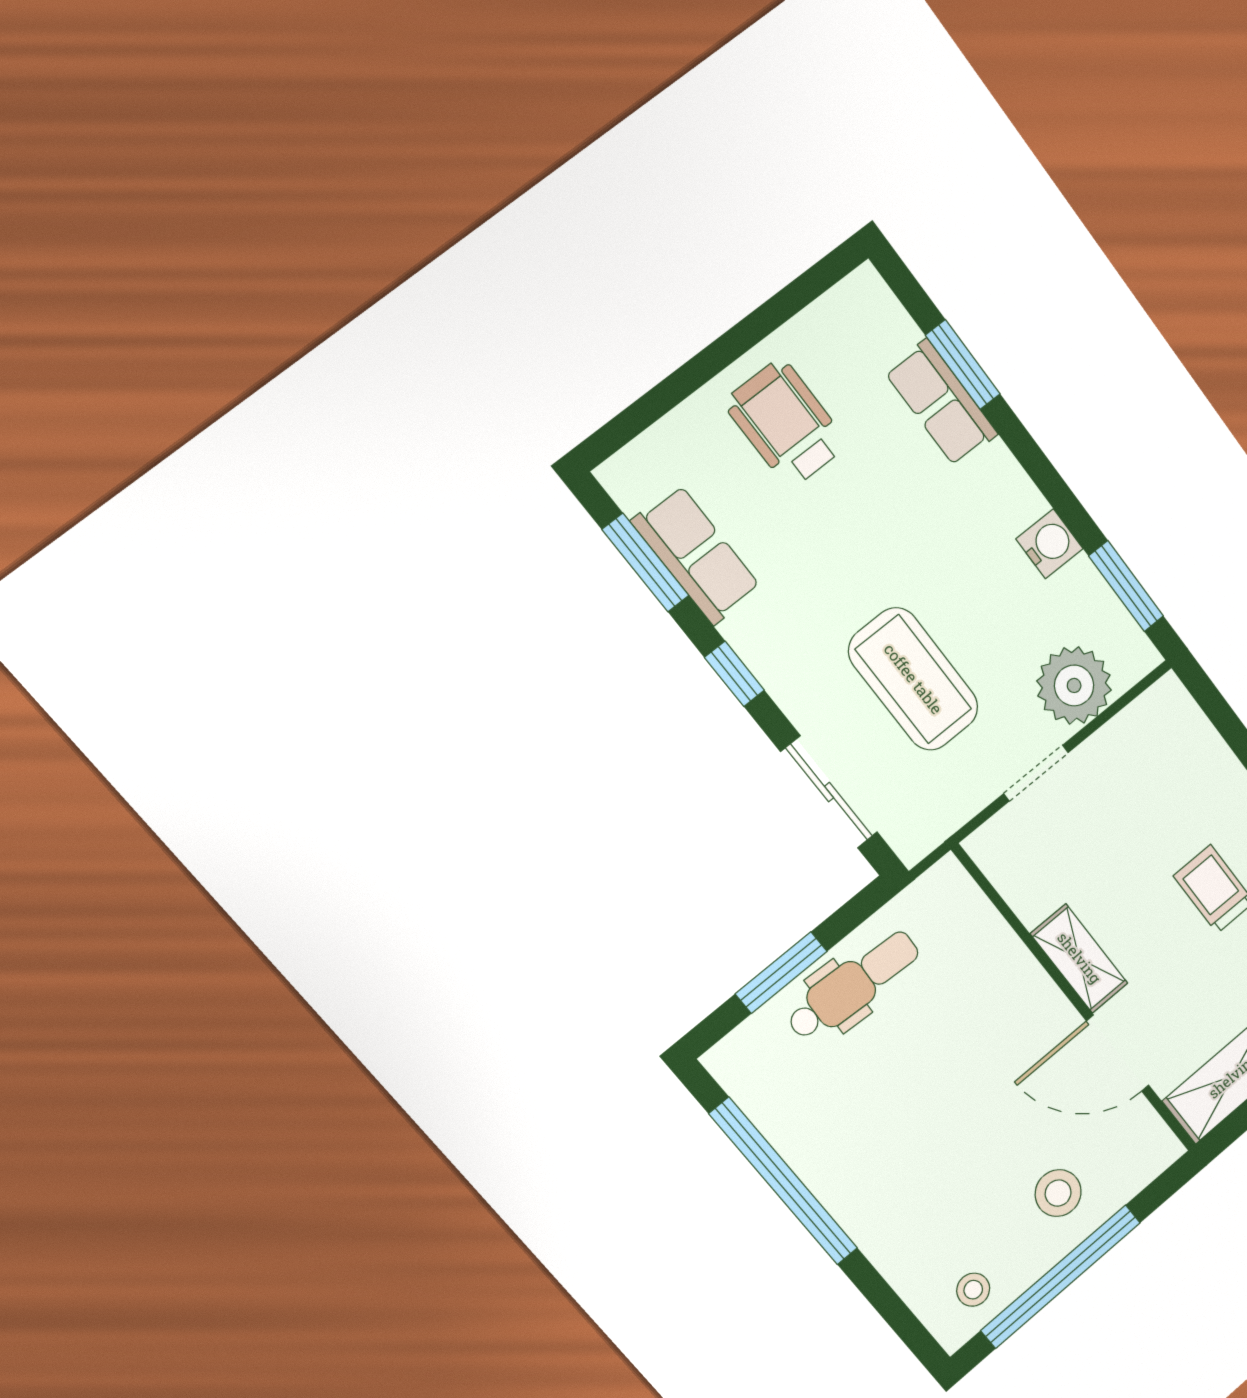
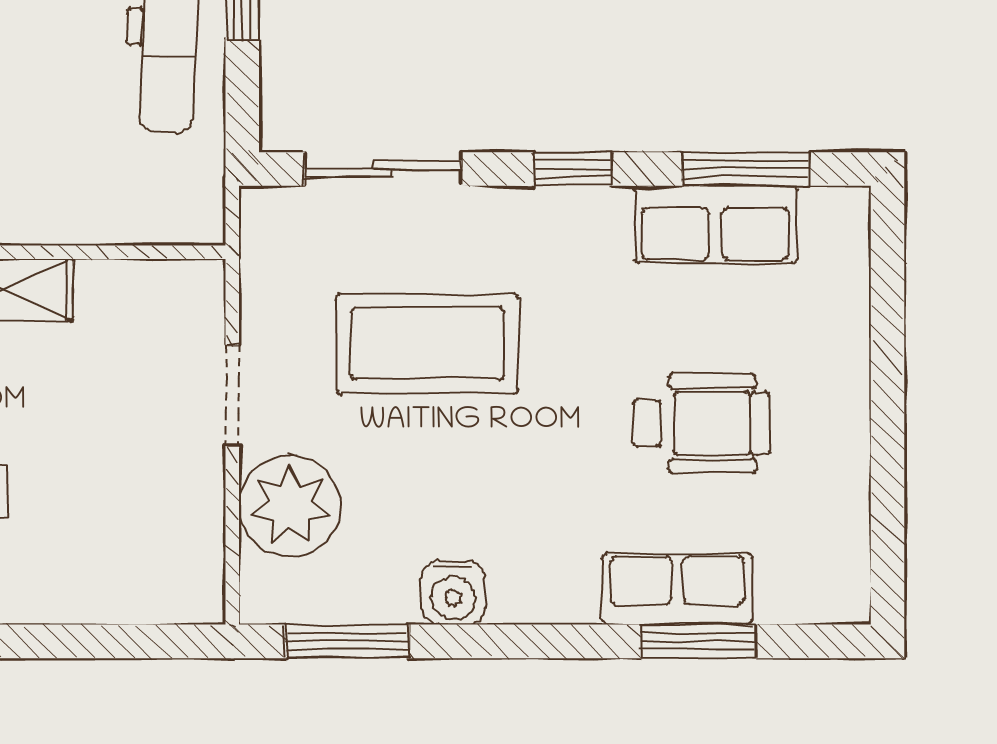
wheelchair: (786, 423) -> (701, 423), moved

